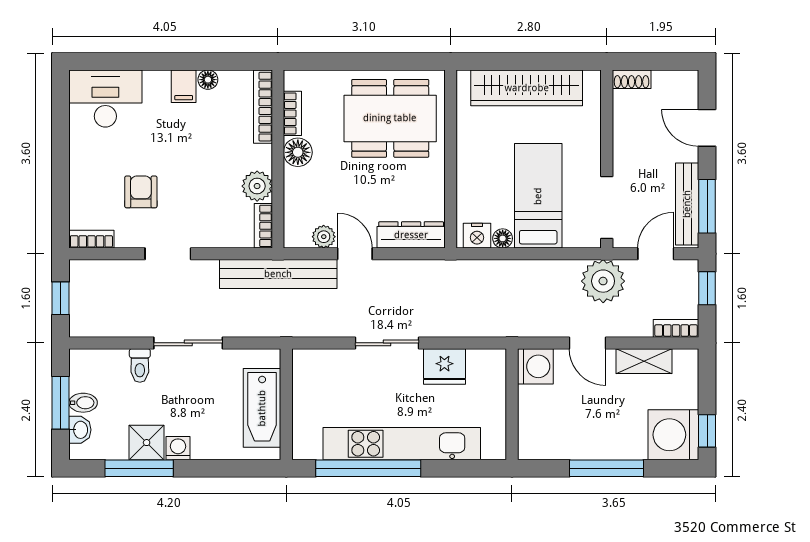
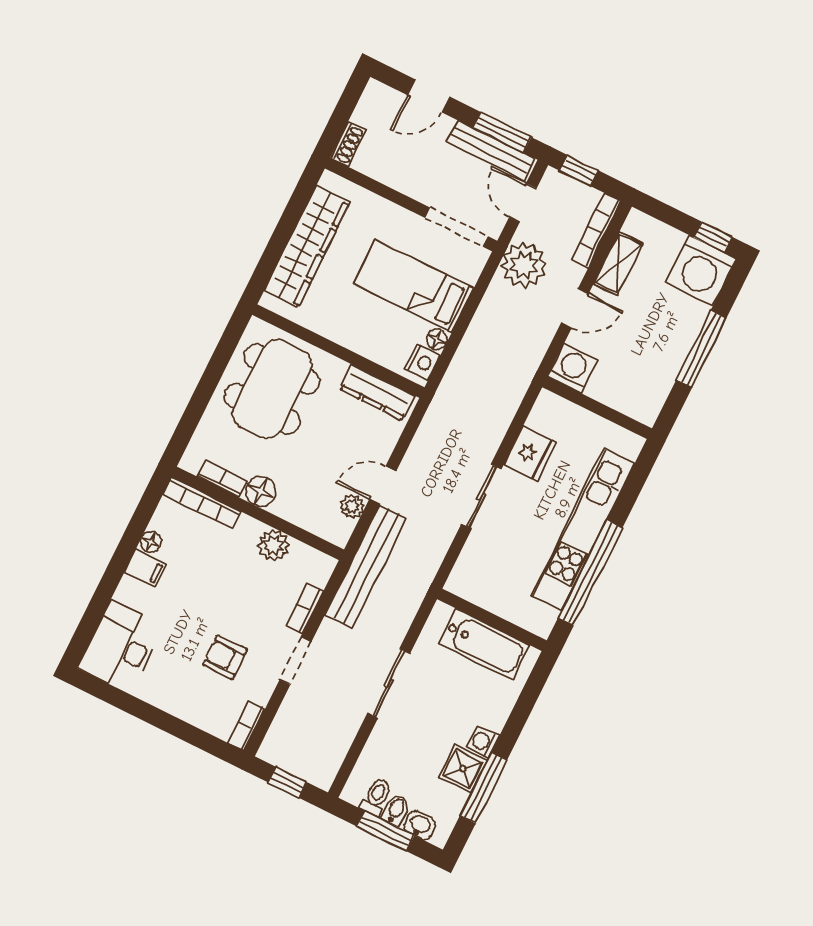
bookcase: (263, 226) -> (304, 609), moved, turned 90
dresser: (411, 235) -> (377, 392), moved, turned -90
bookcase: (676, 328) -> (596, 230), width x1.56
toilet: (140, 365) -> (376, 797), moved, turned -90

